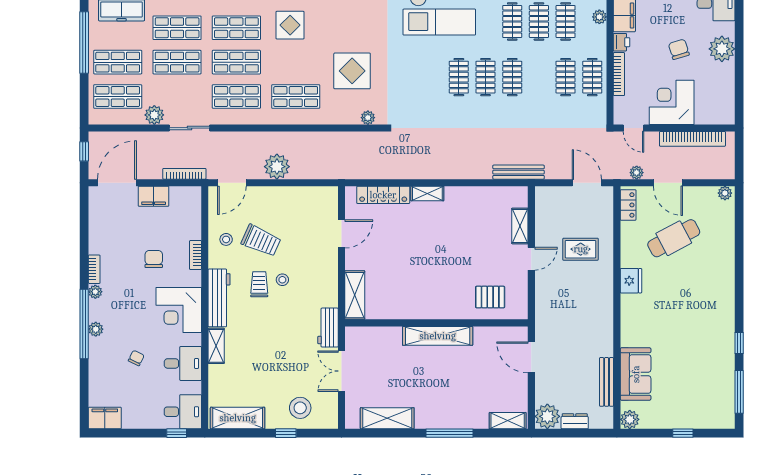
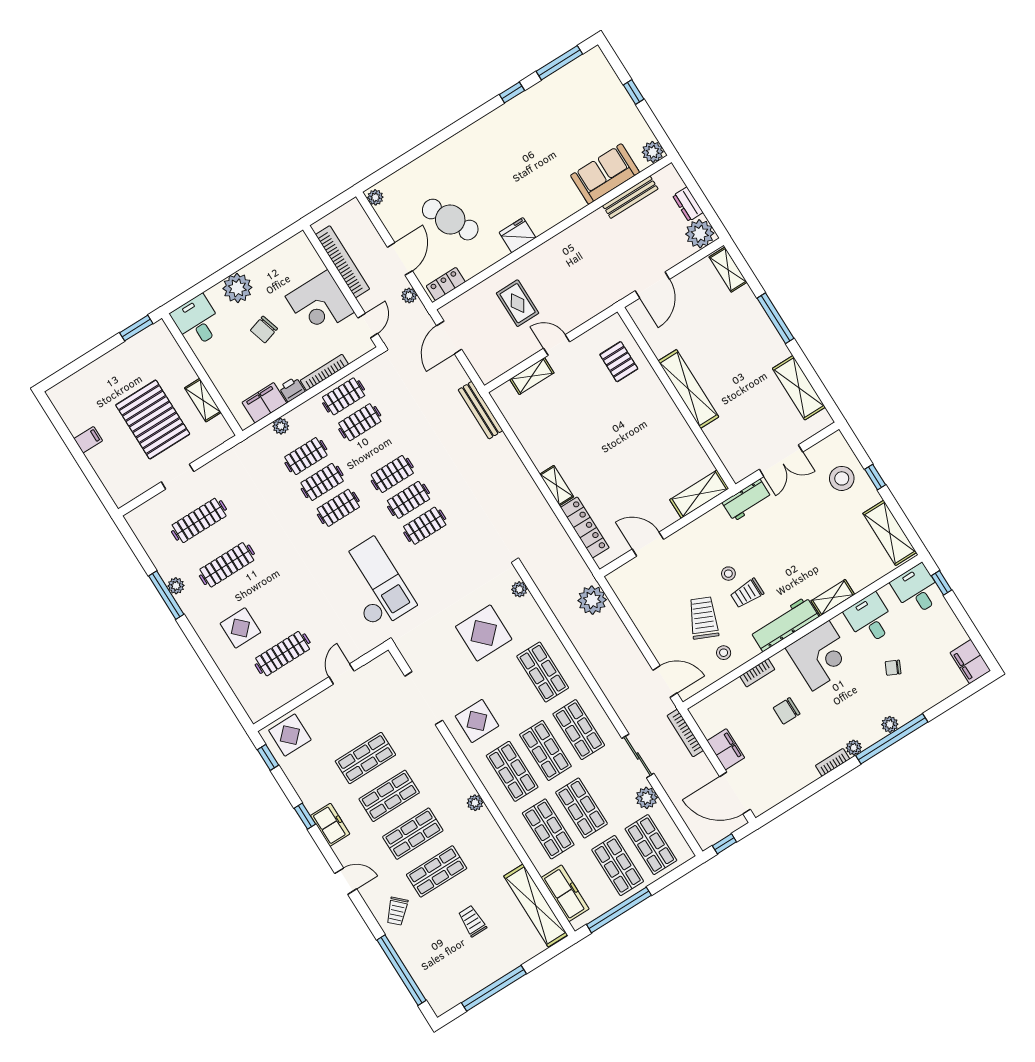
plant: (277, 167) -> (592, 600), moved

